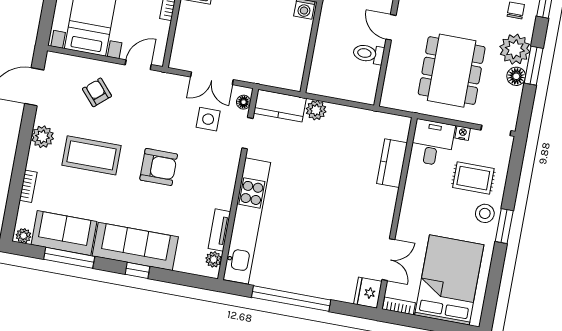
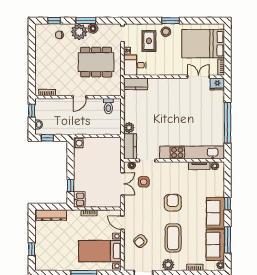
toilet: (368, 54) -> (108, 106), moved
kitchen counter: (392, 163) -> (136, 84), moved
sofa: (135, 246) -> (215, 213), width x0.73

